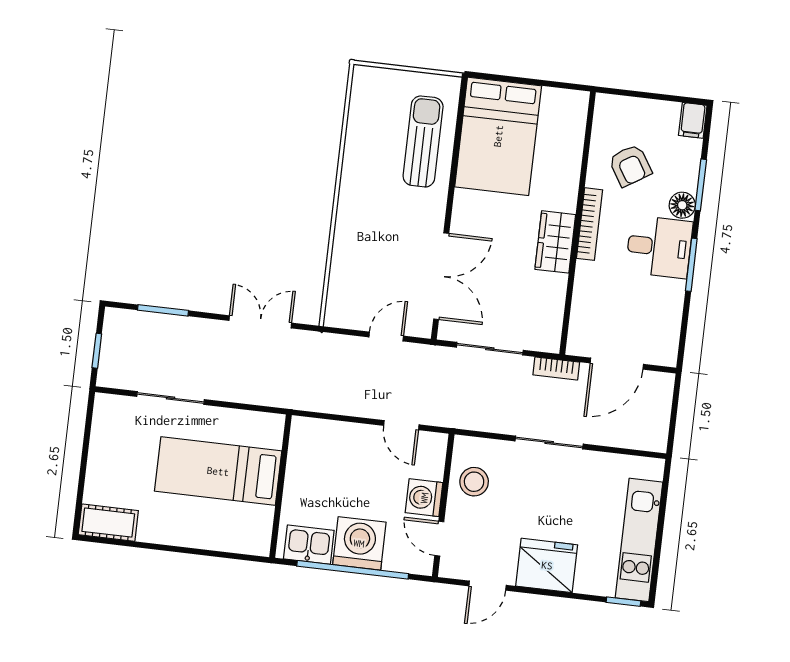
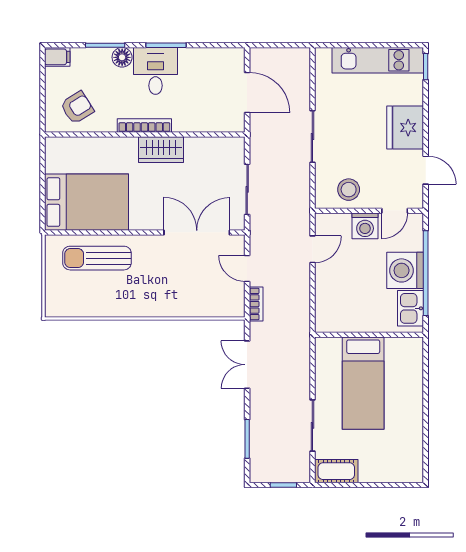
armchair: (630, 165) -> (77, 108), moved
bookcase: (556, 368) -> (256, 304), moved
cot: (108, 523) -> (336, 471), moved, turned 90

